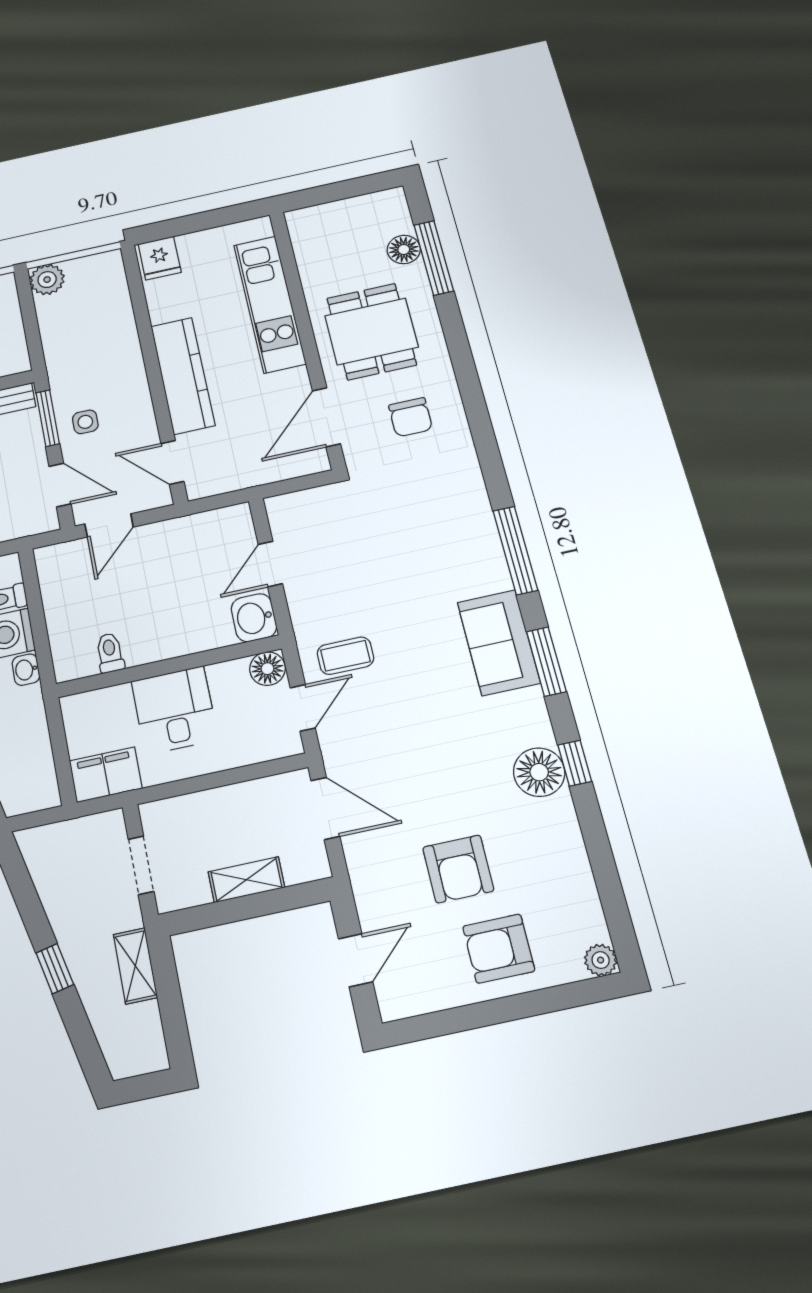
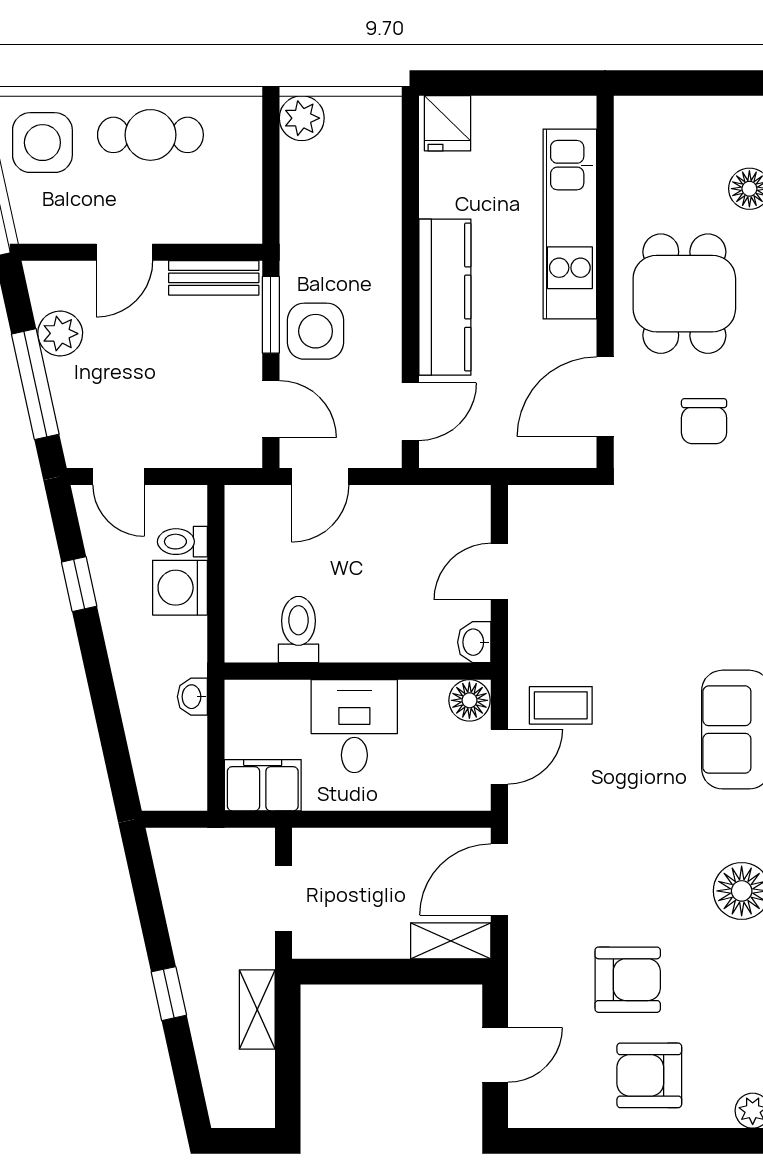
side table: (85, 422) -> (316, 331), width x1.87, depth x1.87
door: (172, 462) -> (410, 412), swing flipped
washbasin: (254, 618) -> (474, 642), width x0.72, depth x0.69
toilet: (110, 653) -> (298, 630), width x1.37, depth x1.39
washbasin: (26, 670) -> (192, 697), moved
door: (325, 808) -> (499, 880), swing flipped
armchair: (458, 869) -> (628, 980), turned -90
shelving: (246, 880) -> (451, 941), moved

